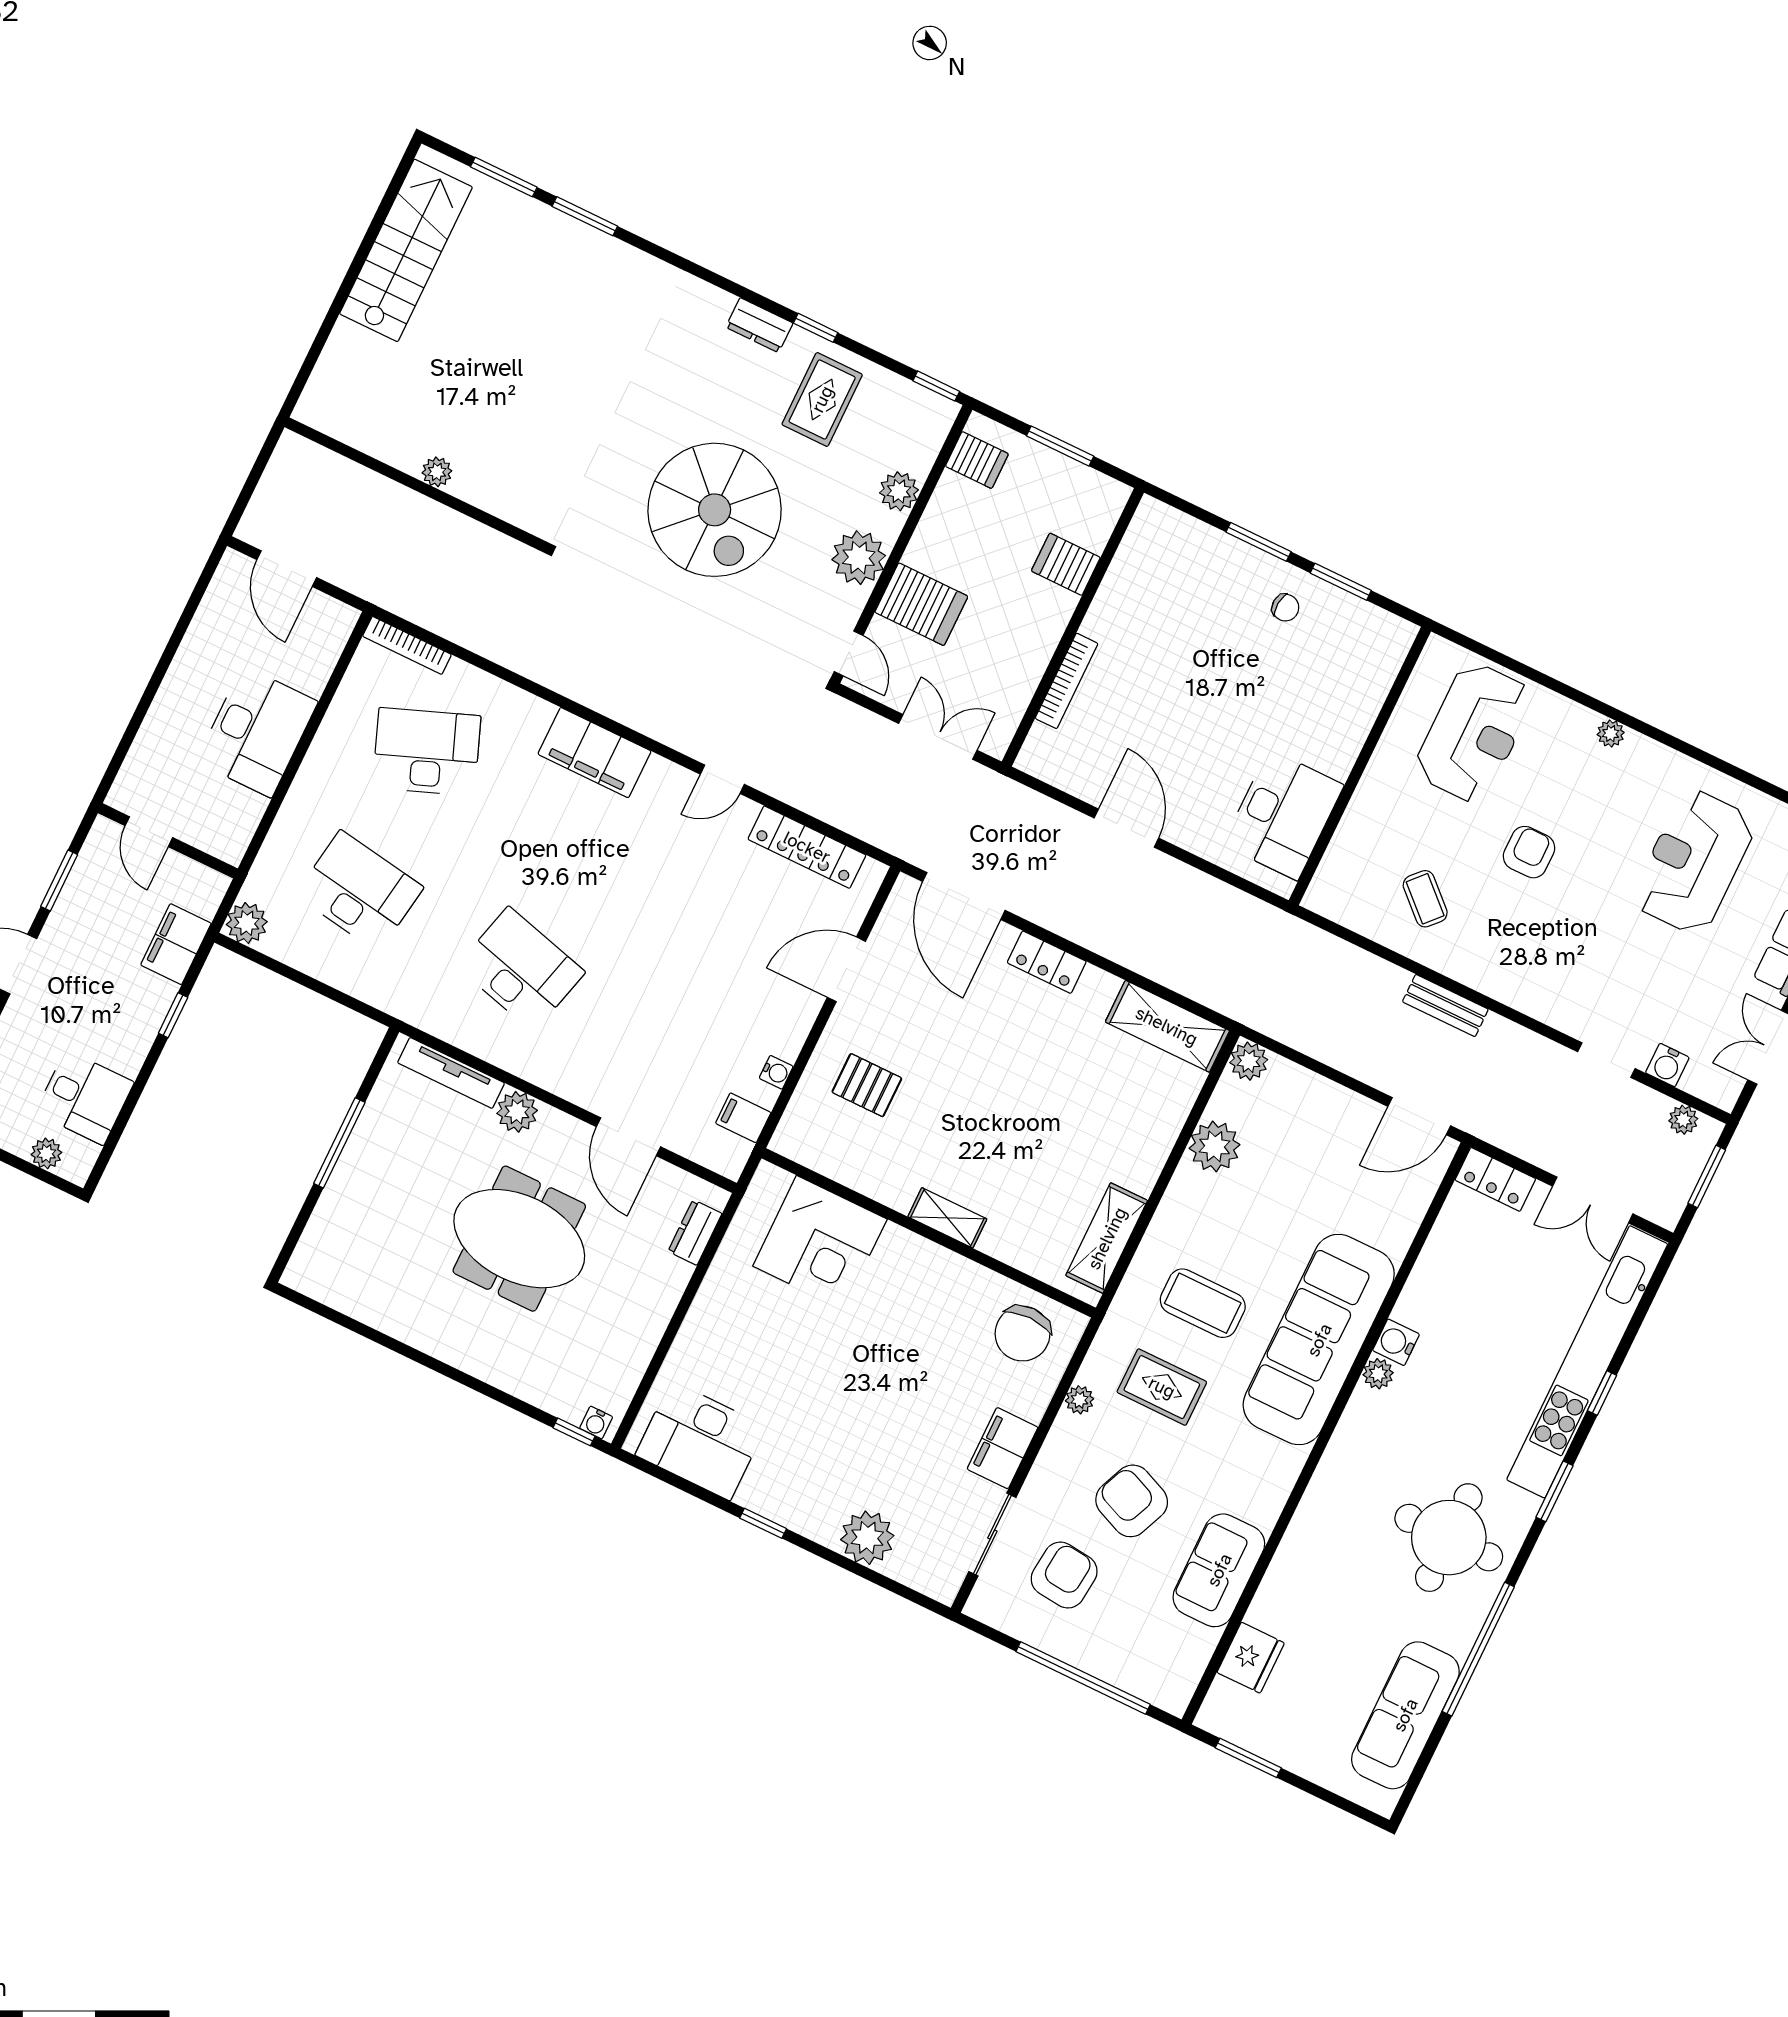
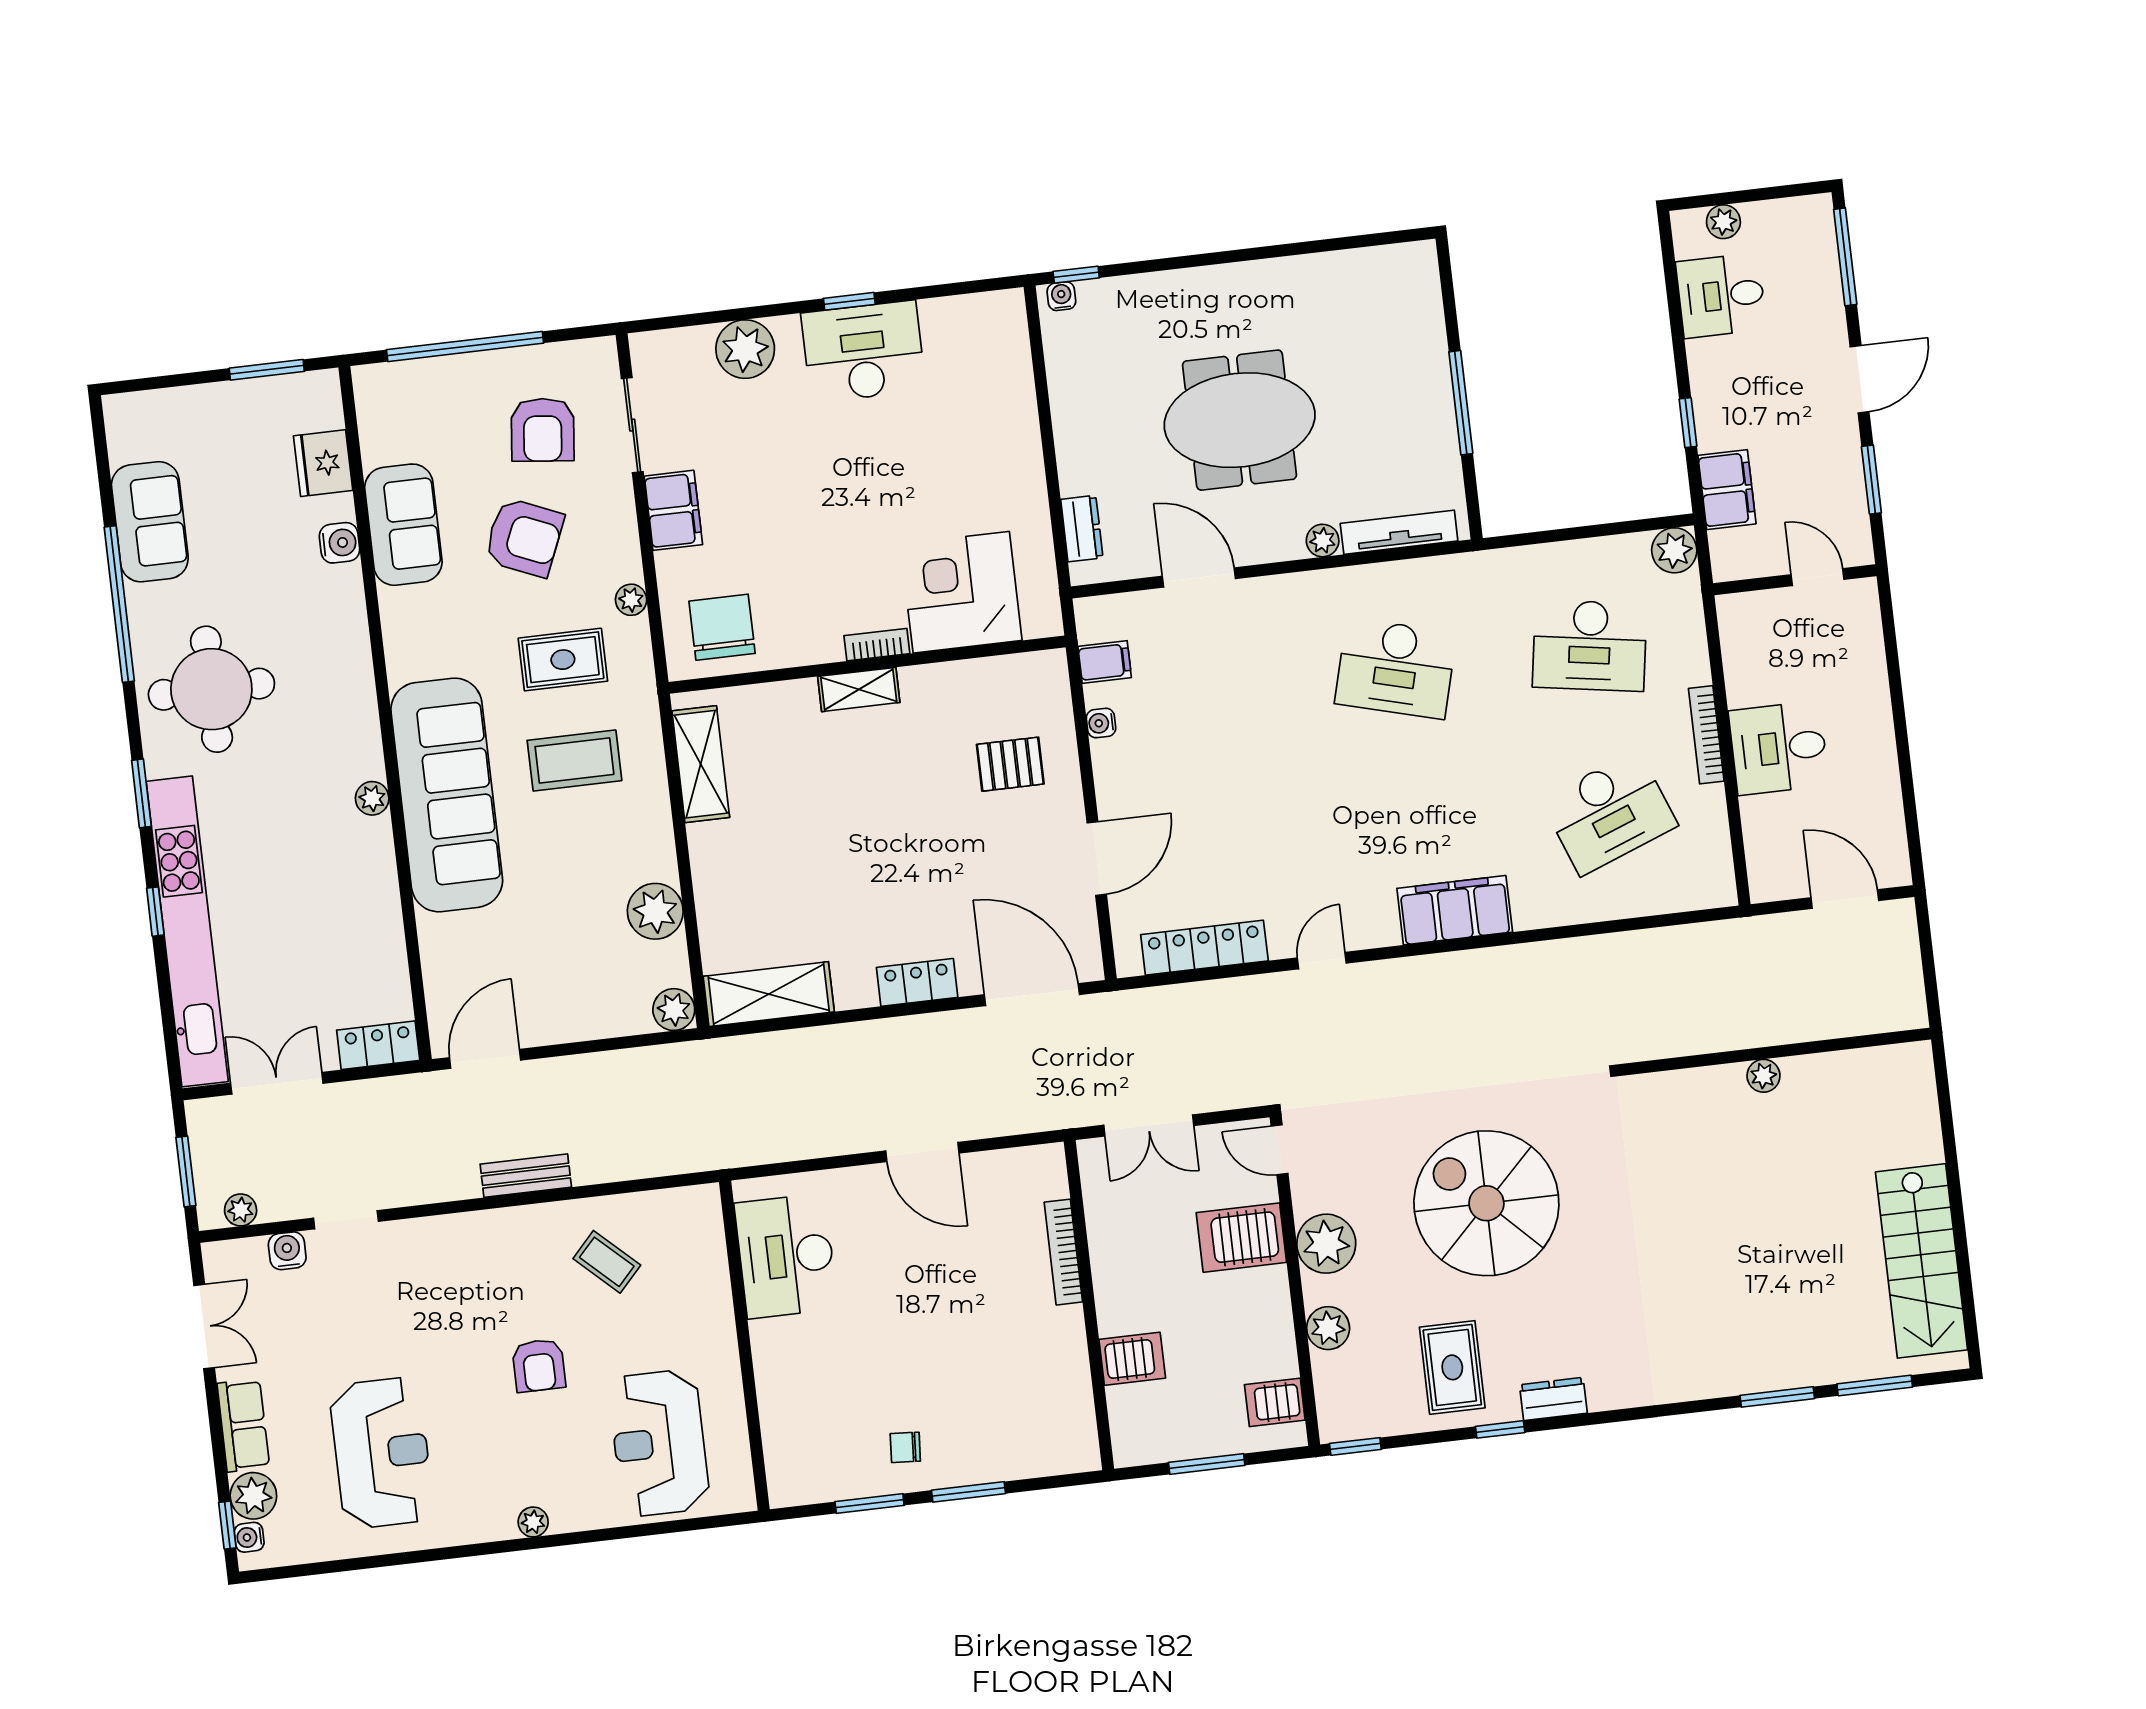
bookcase: (407, 645) -> (1706, 735), moved, turned -90
desk: (257, 732) -> (1779, 748), width x0.73
plant: (517, 1112) -> (1323, 541), width x0.73, depth x0.73
bookcase: (911, 1244) -> (877, 645), added
water cooler: (1396, 1342) -> (339, 543), moved
desk: (701, 1441) -> (863, 352), moved
sofa: (1405, 1715) -> (150, 522), width x0.73

